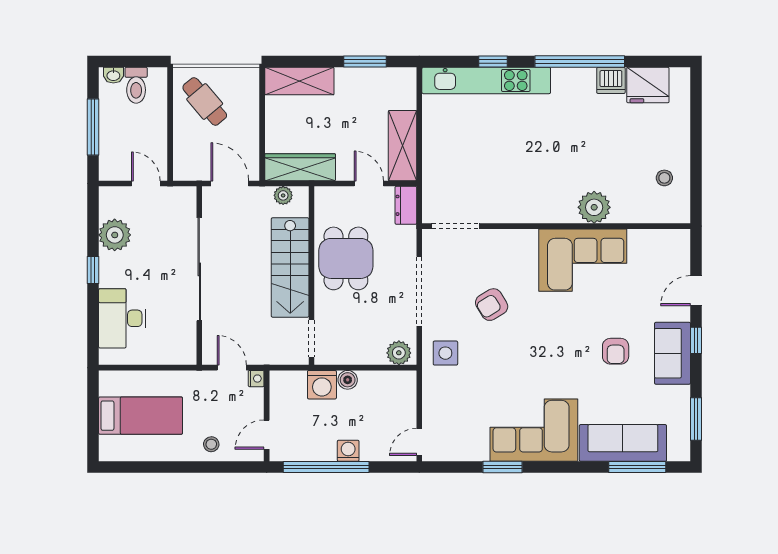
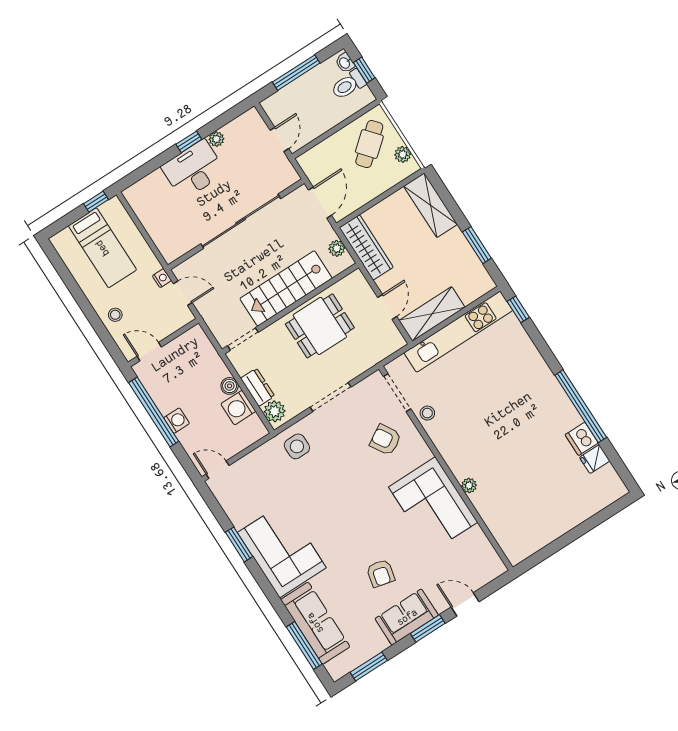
window: (132, 62) -> (364, 70), added
window: (493, 62) -> (518, 309), moved
plant: (235, 76) -> (403, 154), added
kitchen unit: (486, 80) -> (458, 332), moved, turned -90
fridge: (648, 85) -> (595, 459), width x0.53, depth x0.75
stool: (664, 178) -> (427, 413), moved
dresser: (406, 205) -> (258, 387), moved, turned 90
plant: (594, 207) -> (469, 486), width x0.53, depth x0.53
plant: (115, 235) -> (216, 139), width x0.53, depth x0.53
doorway: (419, 291) -> (331, 397), width x0.73
armchair: (492, 305) -> (385, 440), moved
desk: (122, 318) -> (193, 170), moved
window: (696, 340) -> (428, 628), width x1.50
armchair: (616, 351) -> (381, 573), turned -77
door: (232, 368) -> (183, 293), hinge flipped
nightstand: (256, 379) -> (162, 278), moved, turned -90
washing machine: (322, 385) -> (238, 408), moved
window: (93, 394) -> (96, 202), added

